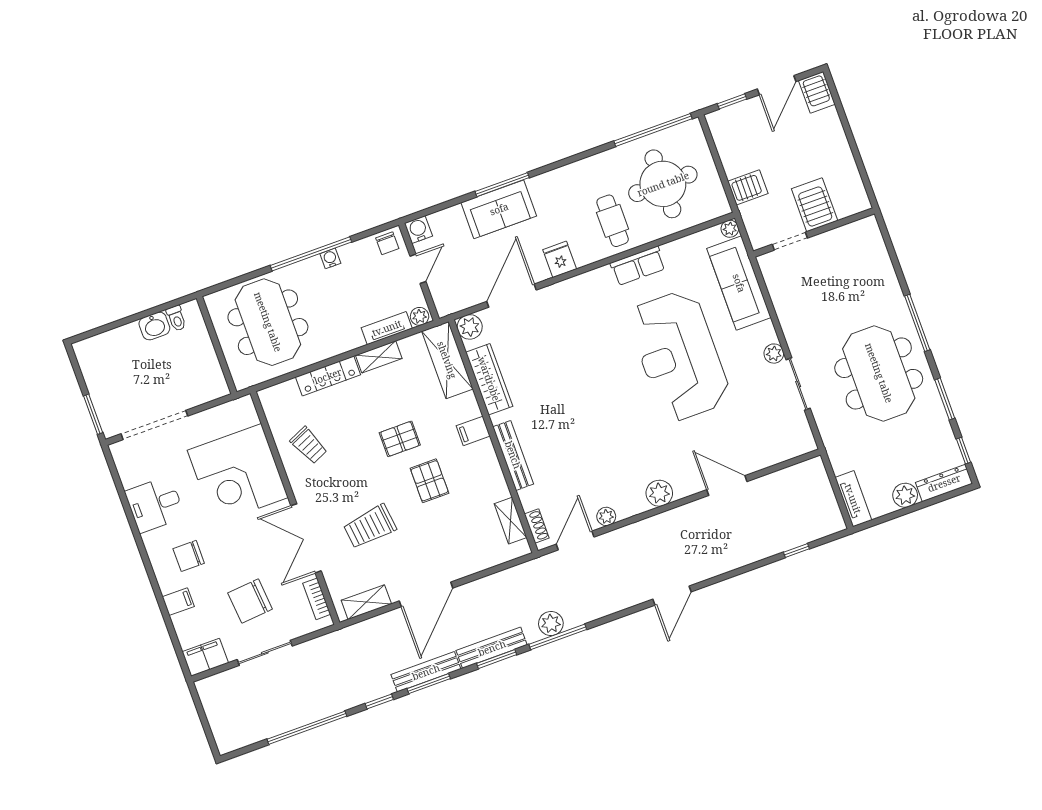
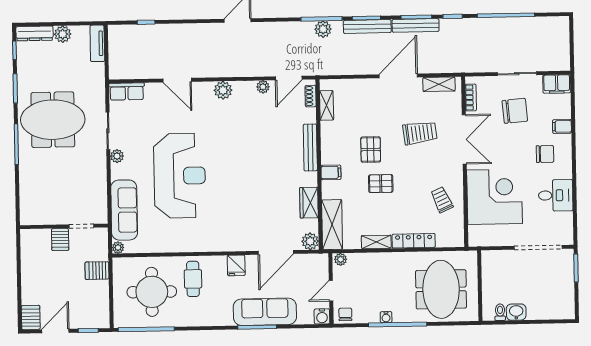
server rack: (815, 205) -> (60, 239), width x0.73, depth x0.70
sofa: (499, 209) -> (265, 312), width x1.36
row of seats: (638, 266) -> (127, 91), moved, turned 180
tv unit: (387, 328) -> (365, 259), removed
meeting table: (879, 373) -> (53, 120), turned 90
wardrobe: (489, 379) -> (309, 203), width x0.67

